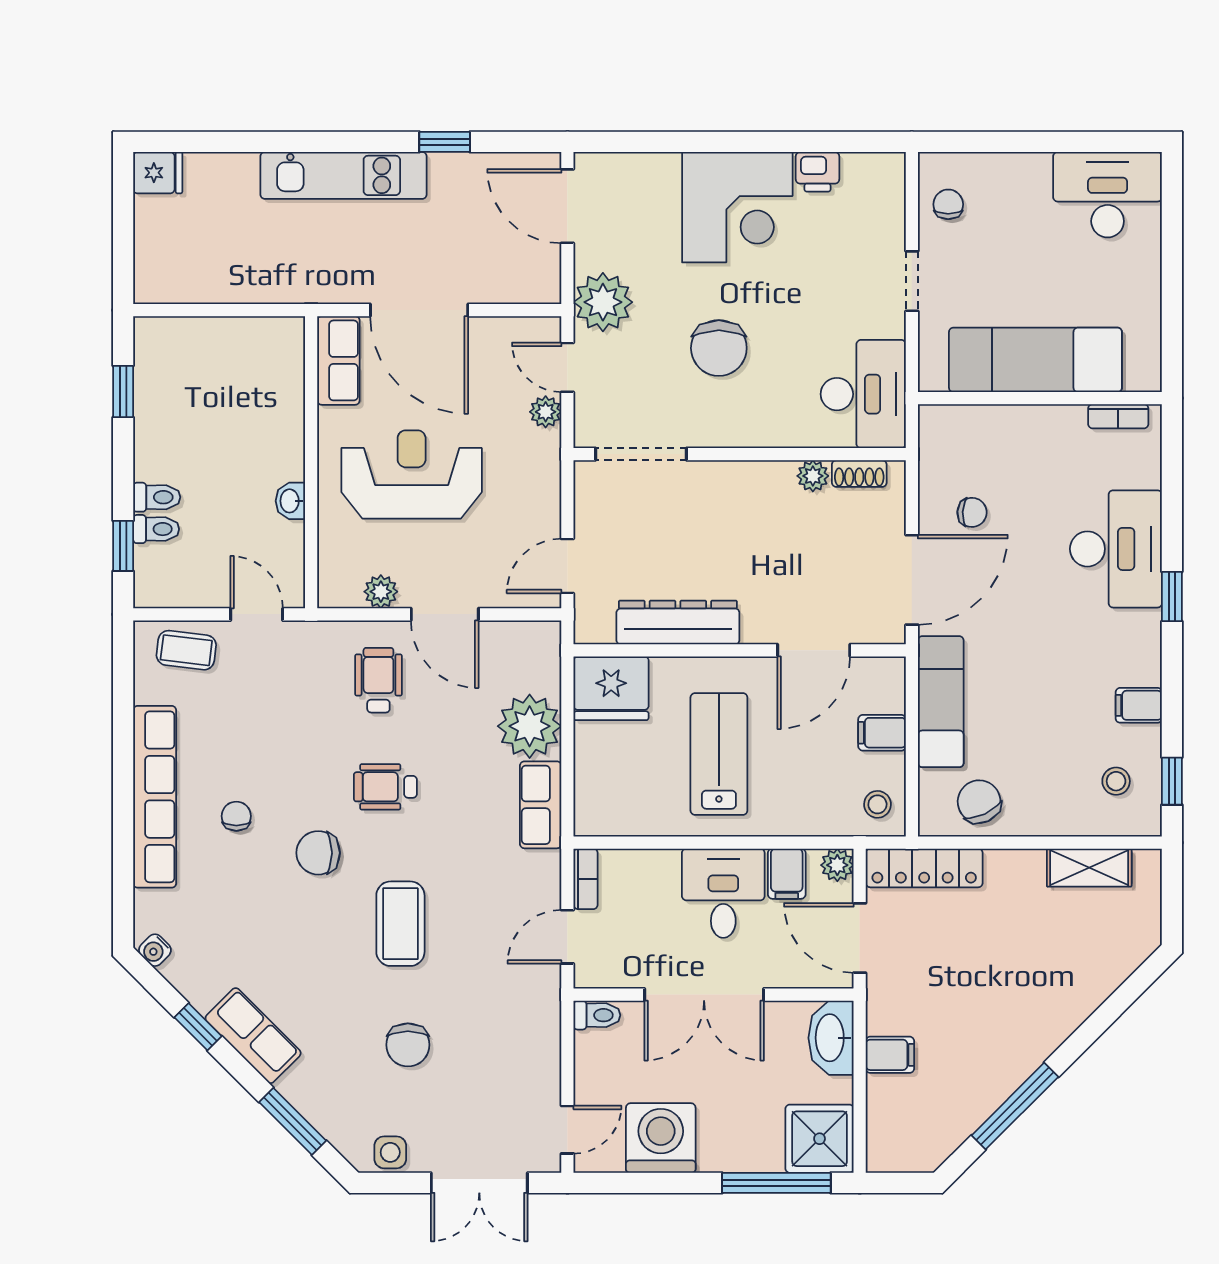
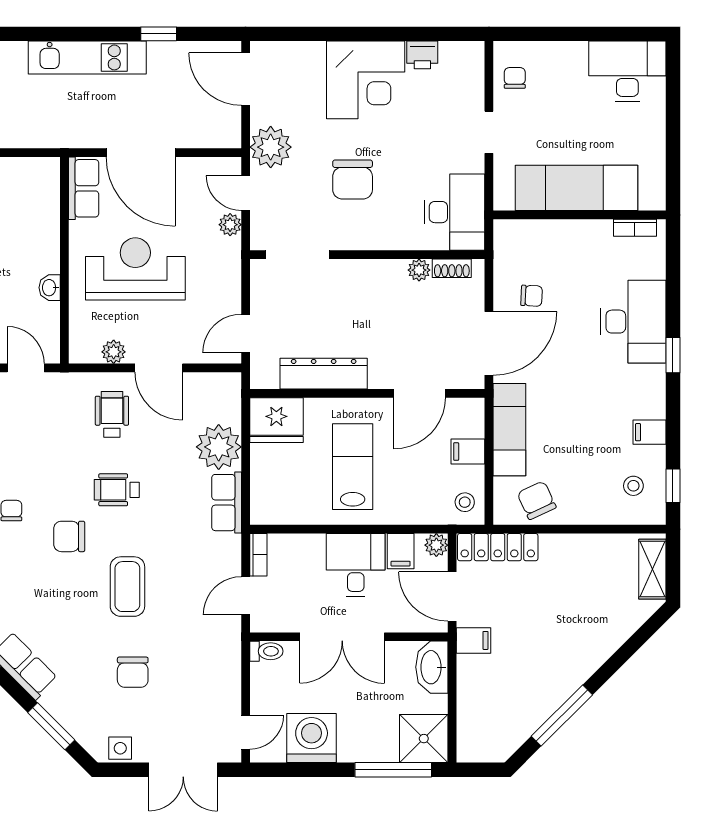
shelving: (1089, 868) -> (652, 569), moved, turned 90
filing cabinet: (890, 1055) -> (474, 640), moved

